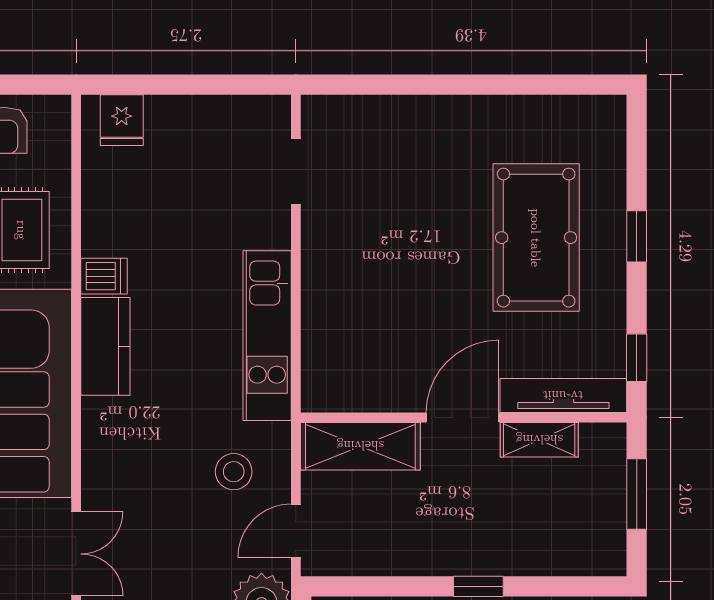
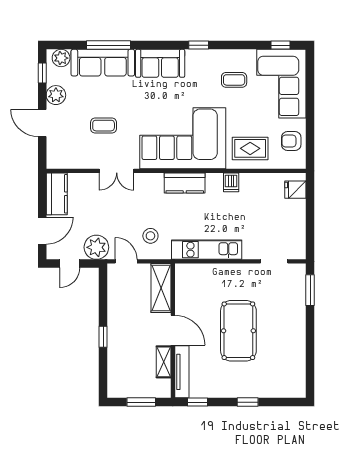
window: (365, 85) -> (310, 290), added
pool table: (536, 238) -> (238, 331), moved, turned 90
kitchen counter: (105, 346) -> (185, 183), moved

